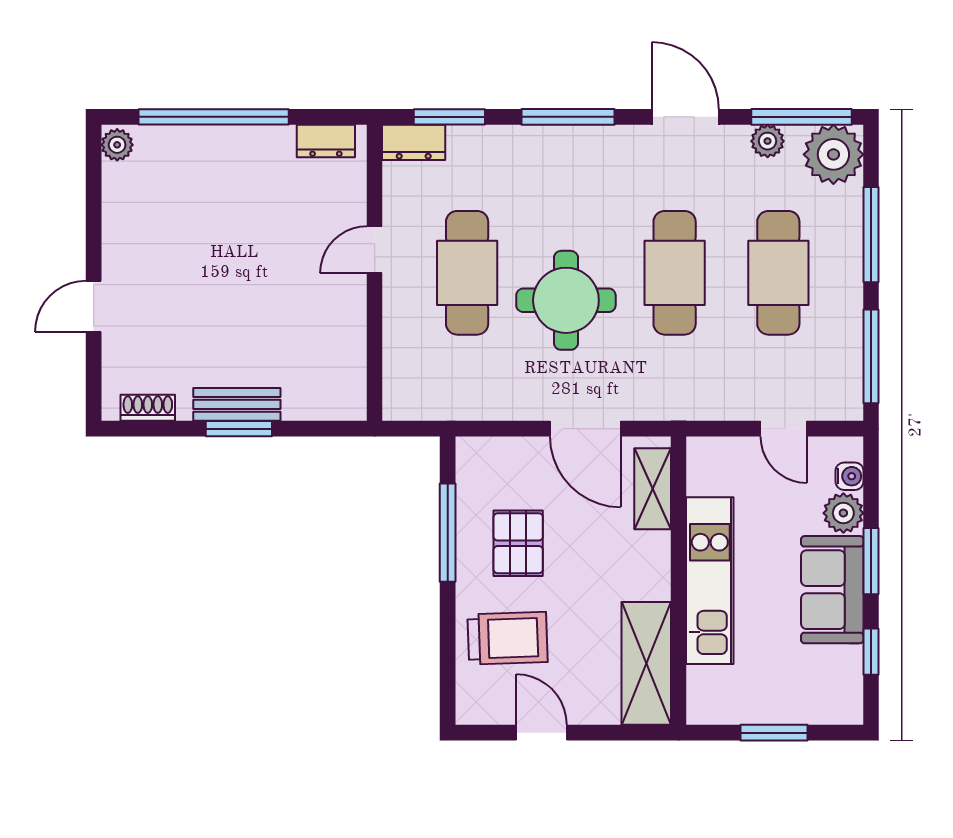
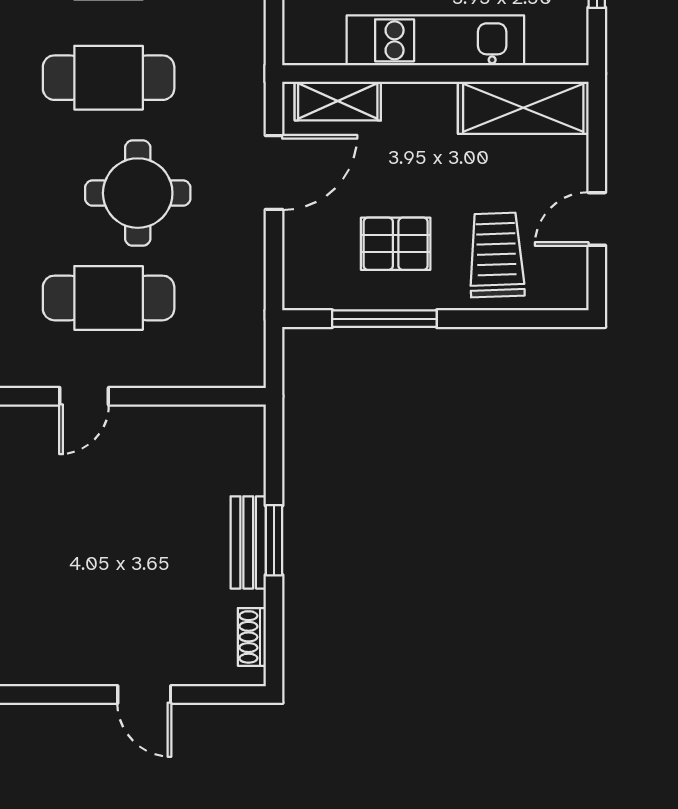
door: (375, 250) -> (84, 396), hinge flipped

